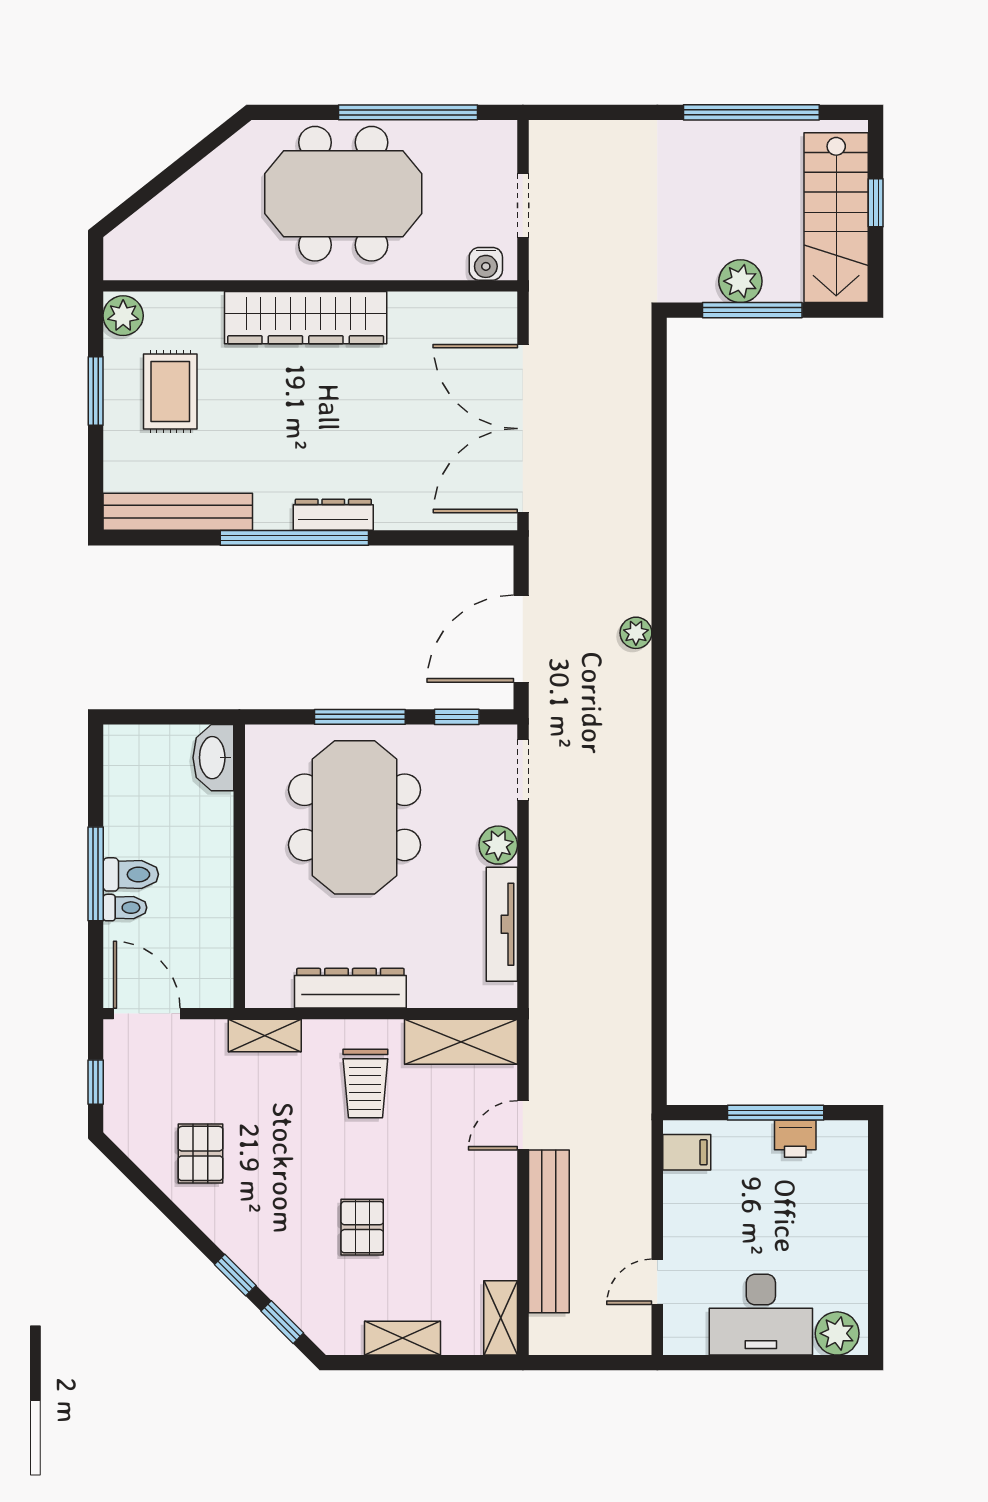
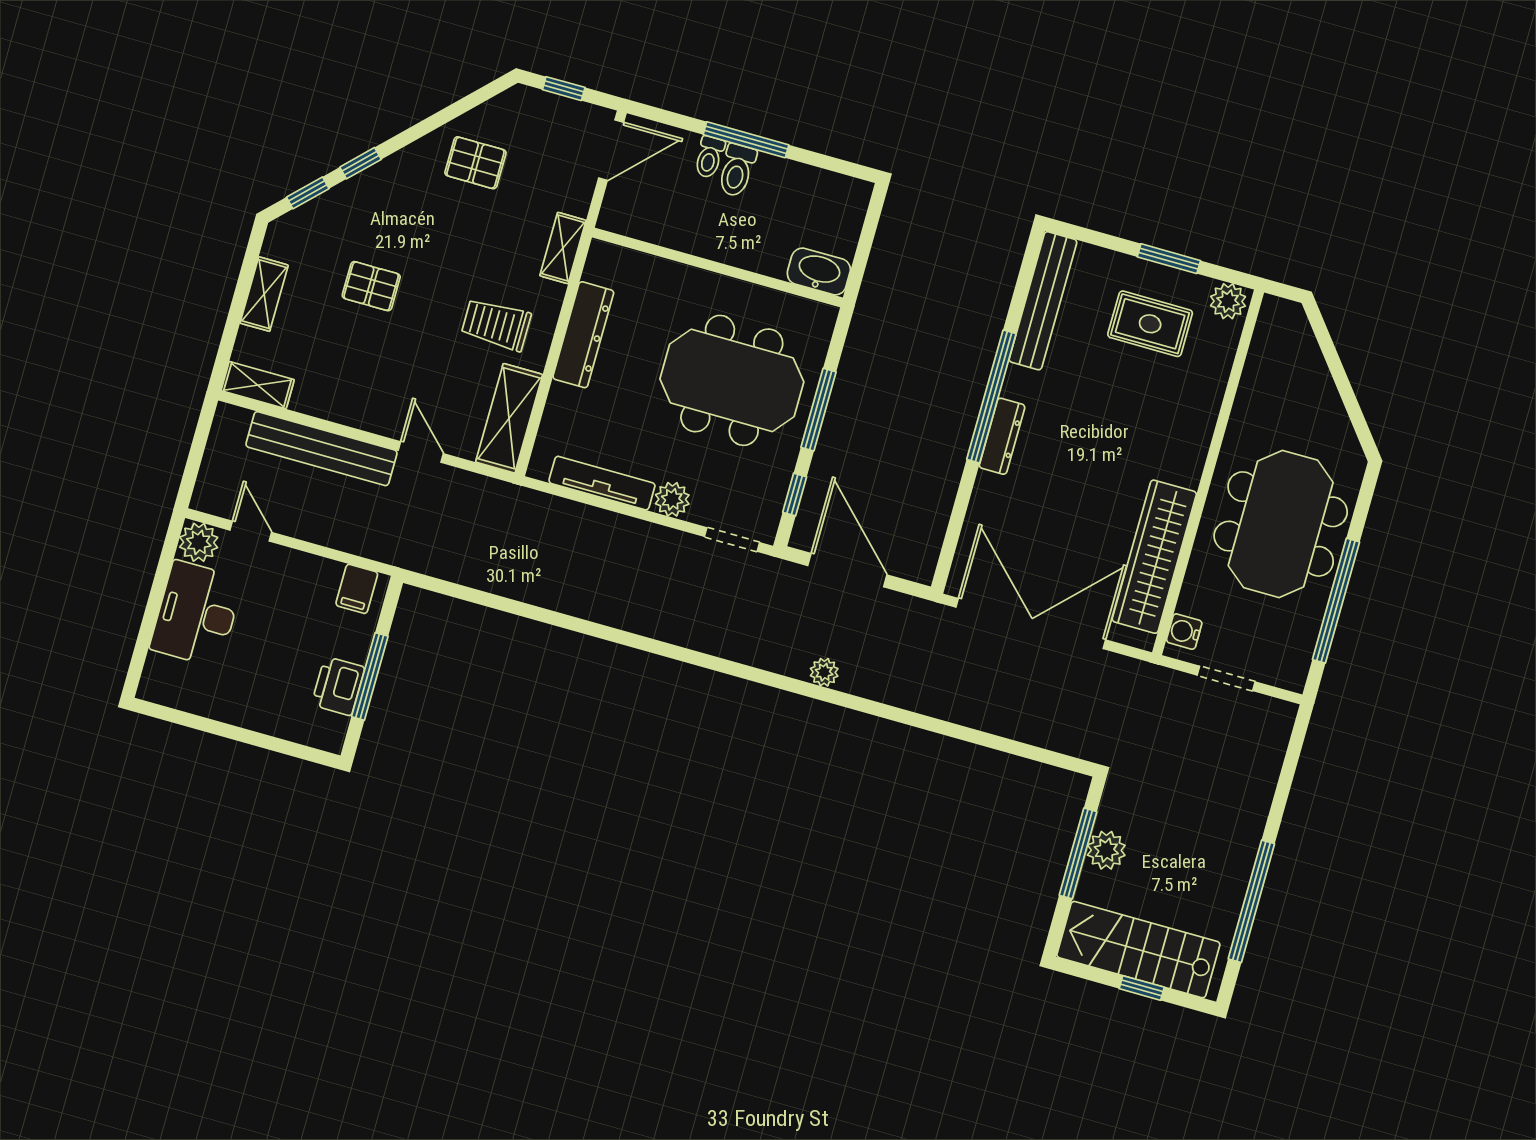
wardrobe: (306, 318) -> (1154, 557), moved
printer: (795, 1139) -> (338, 686), width x1.36, depth x1.24
plant: (837, 1333) -> (199, 542), moved

